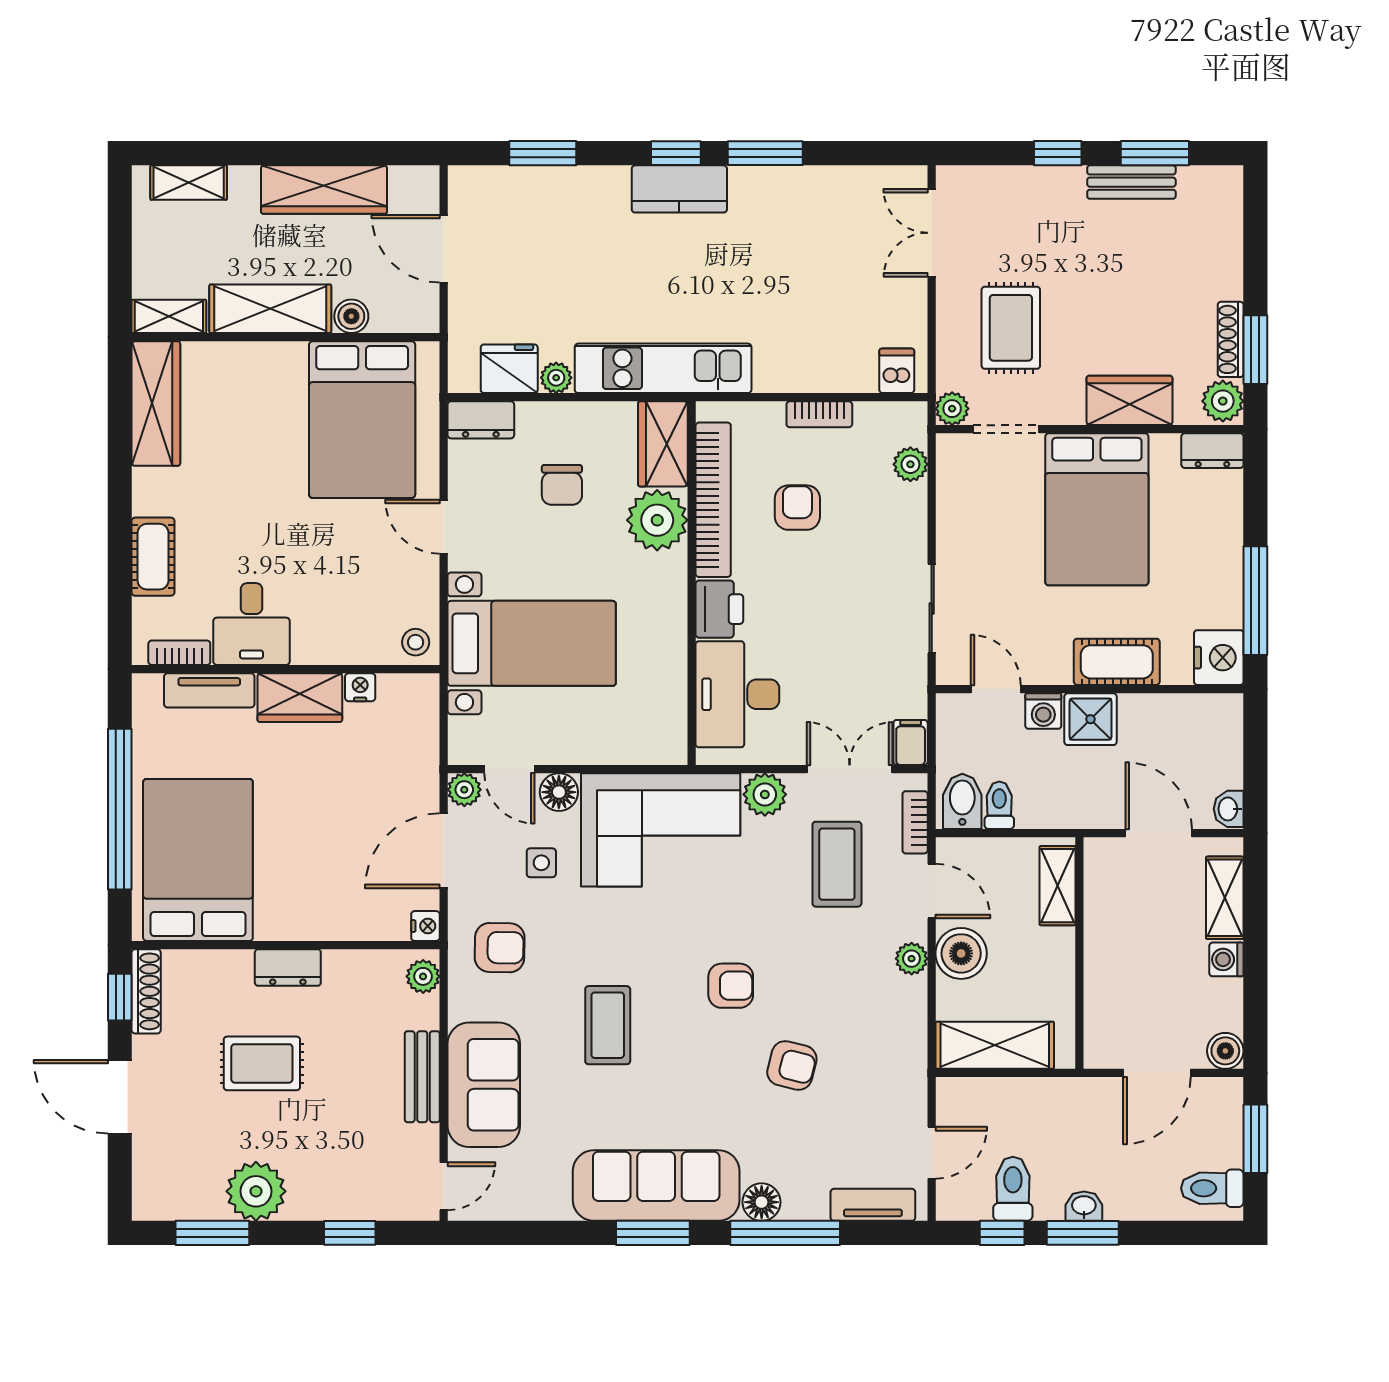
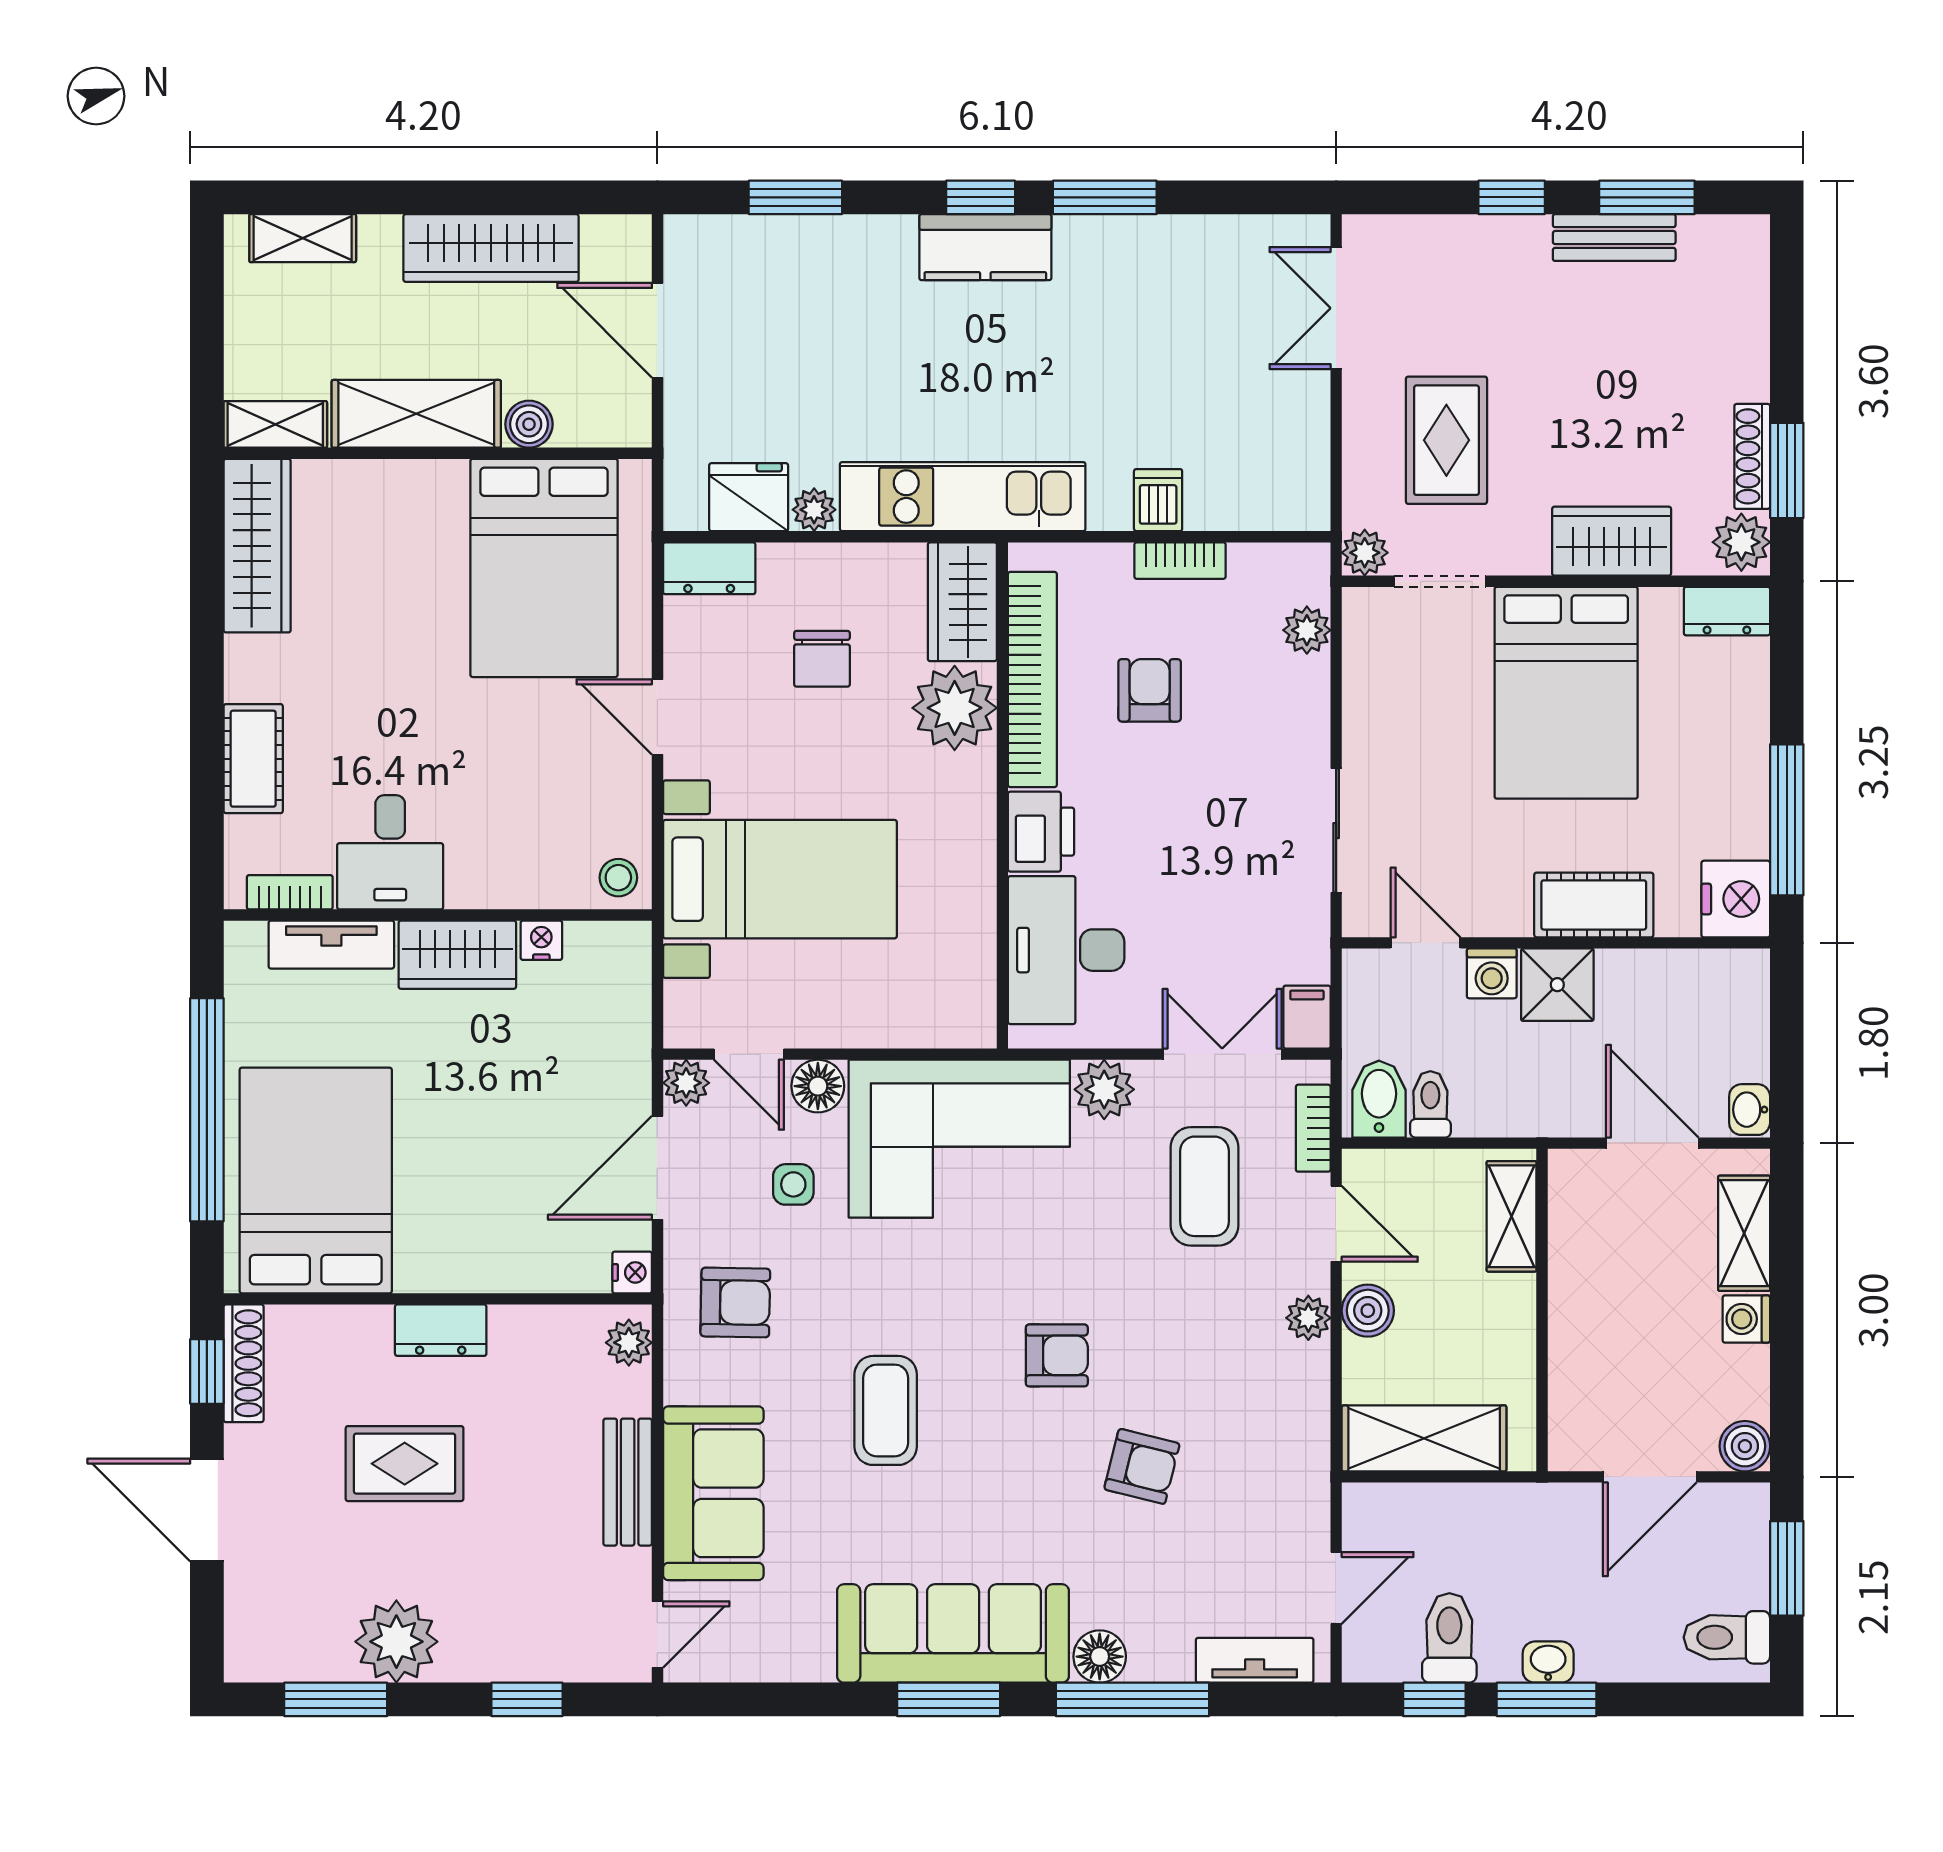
dishwasher: (897, 371) -> (1158, 500), moved
boiler: (961, 953) -> (1368, 1311), width x0.73, depth x0.73

